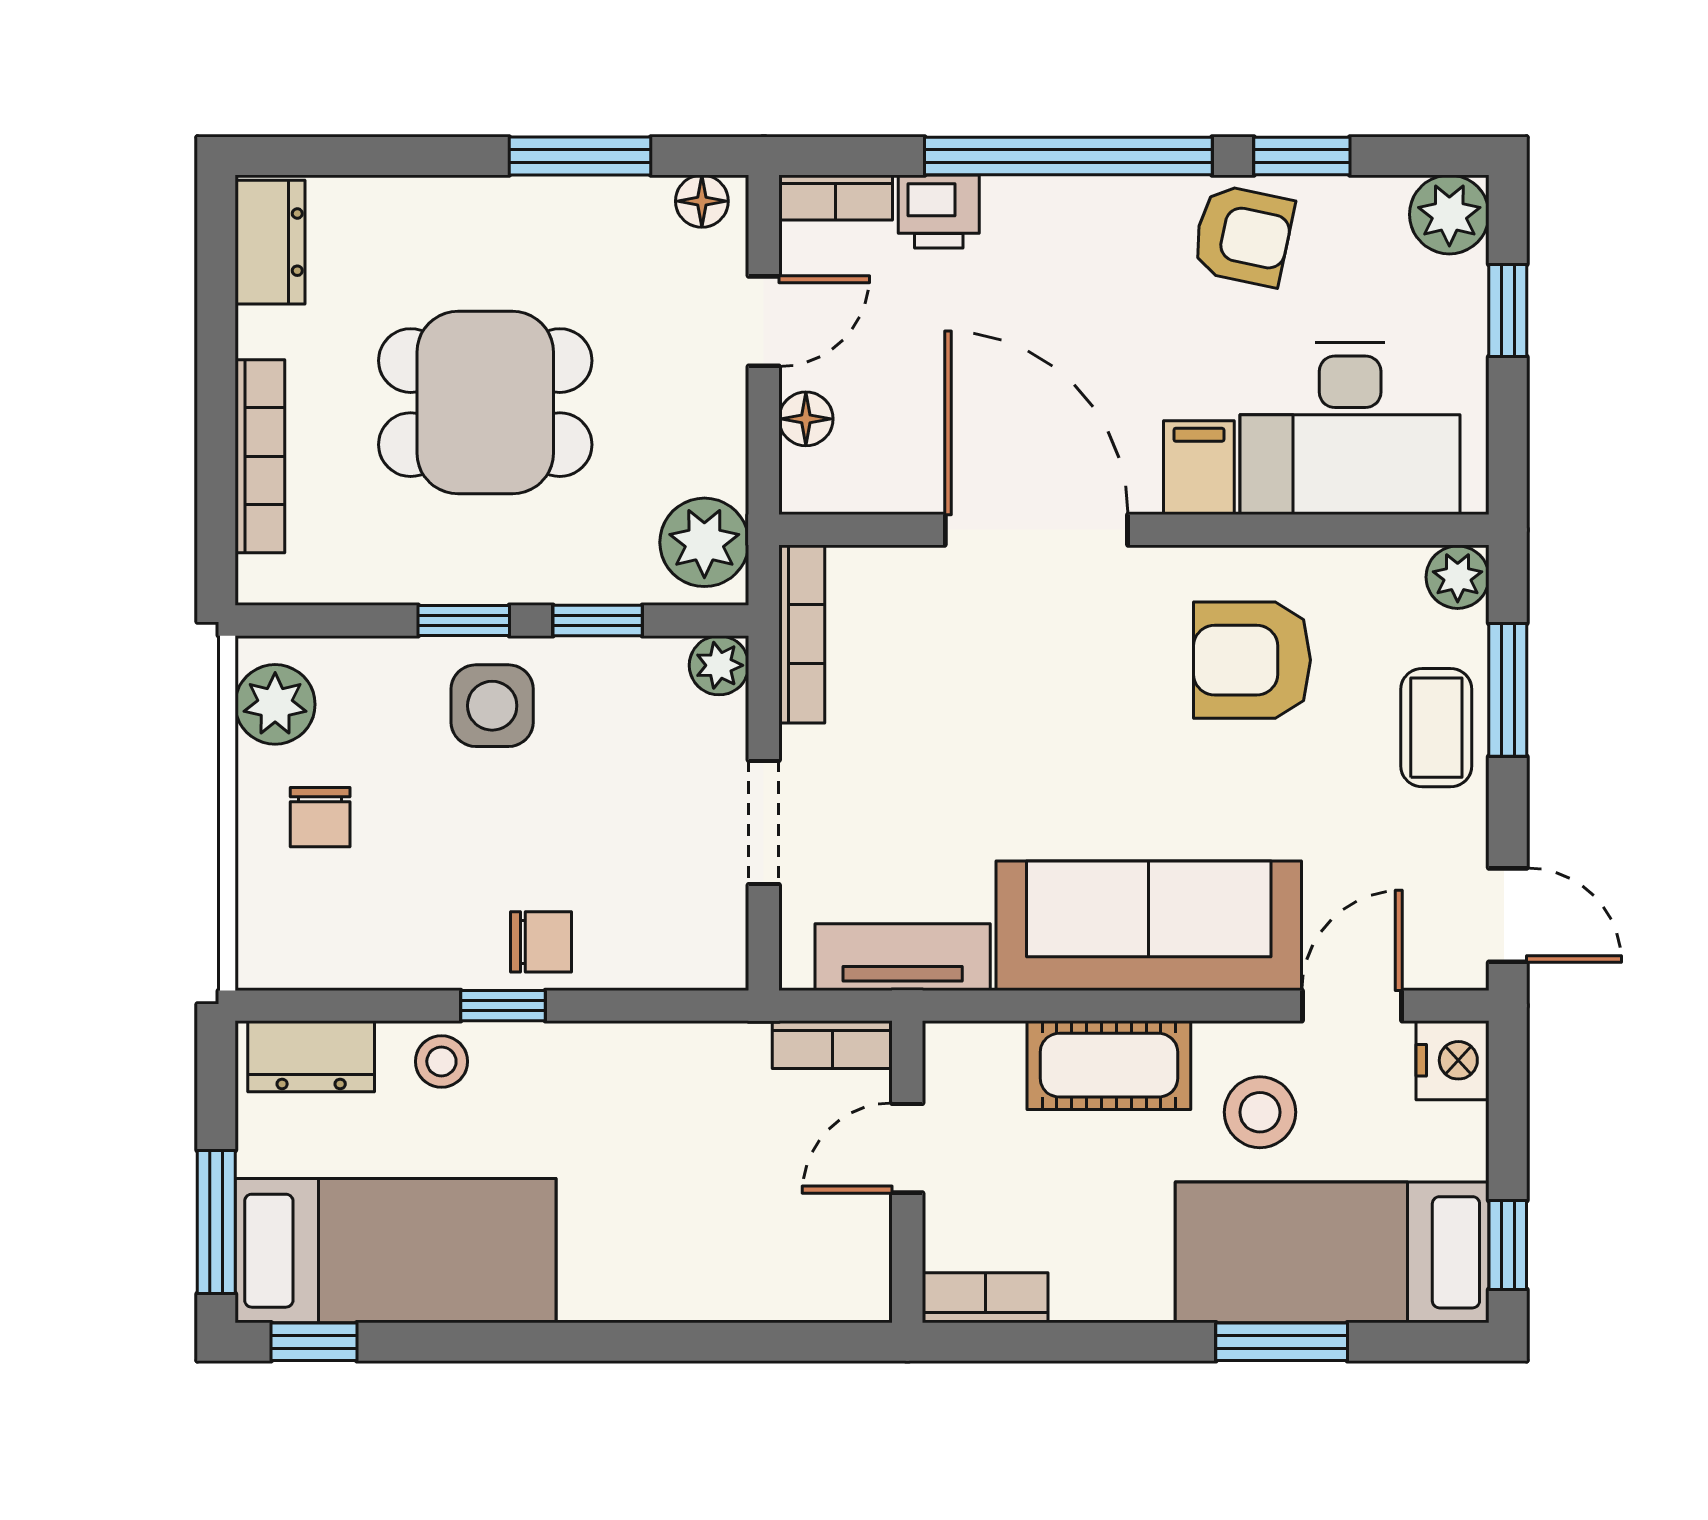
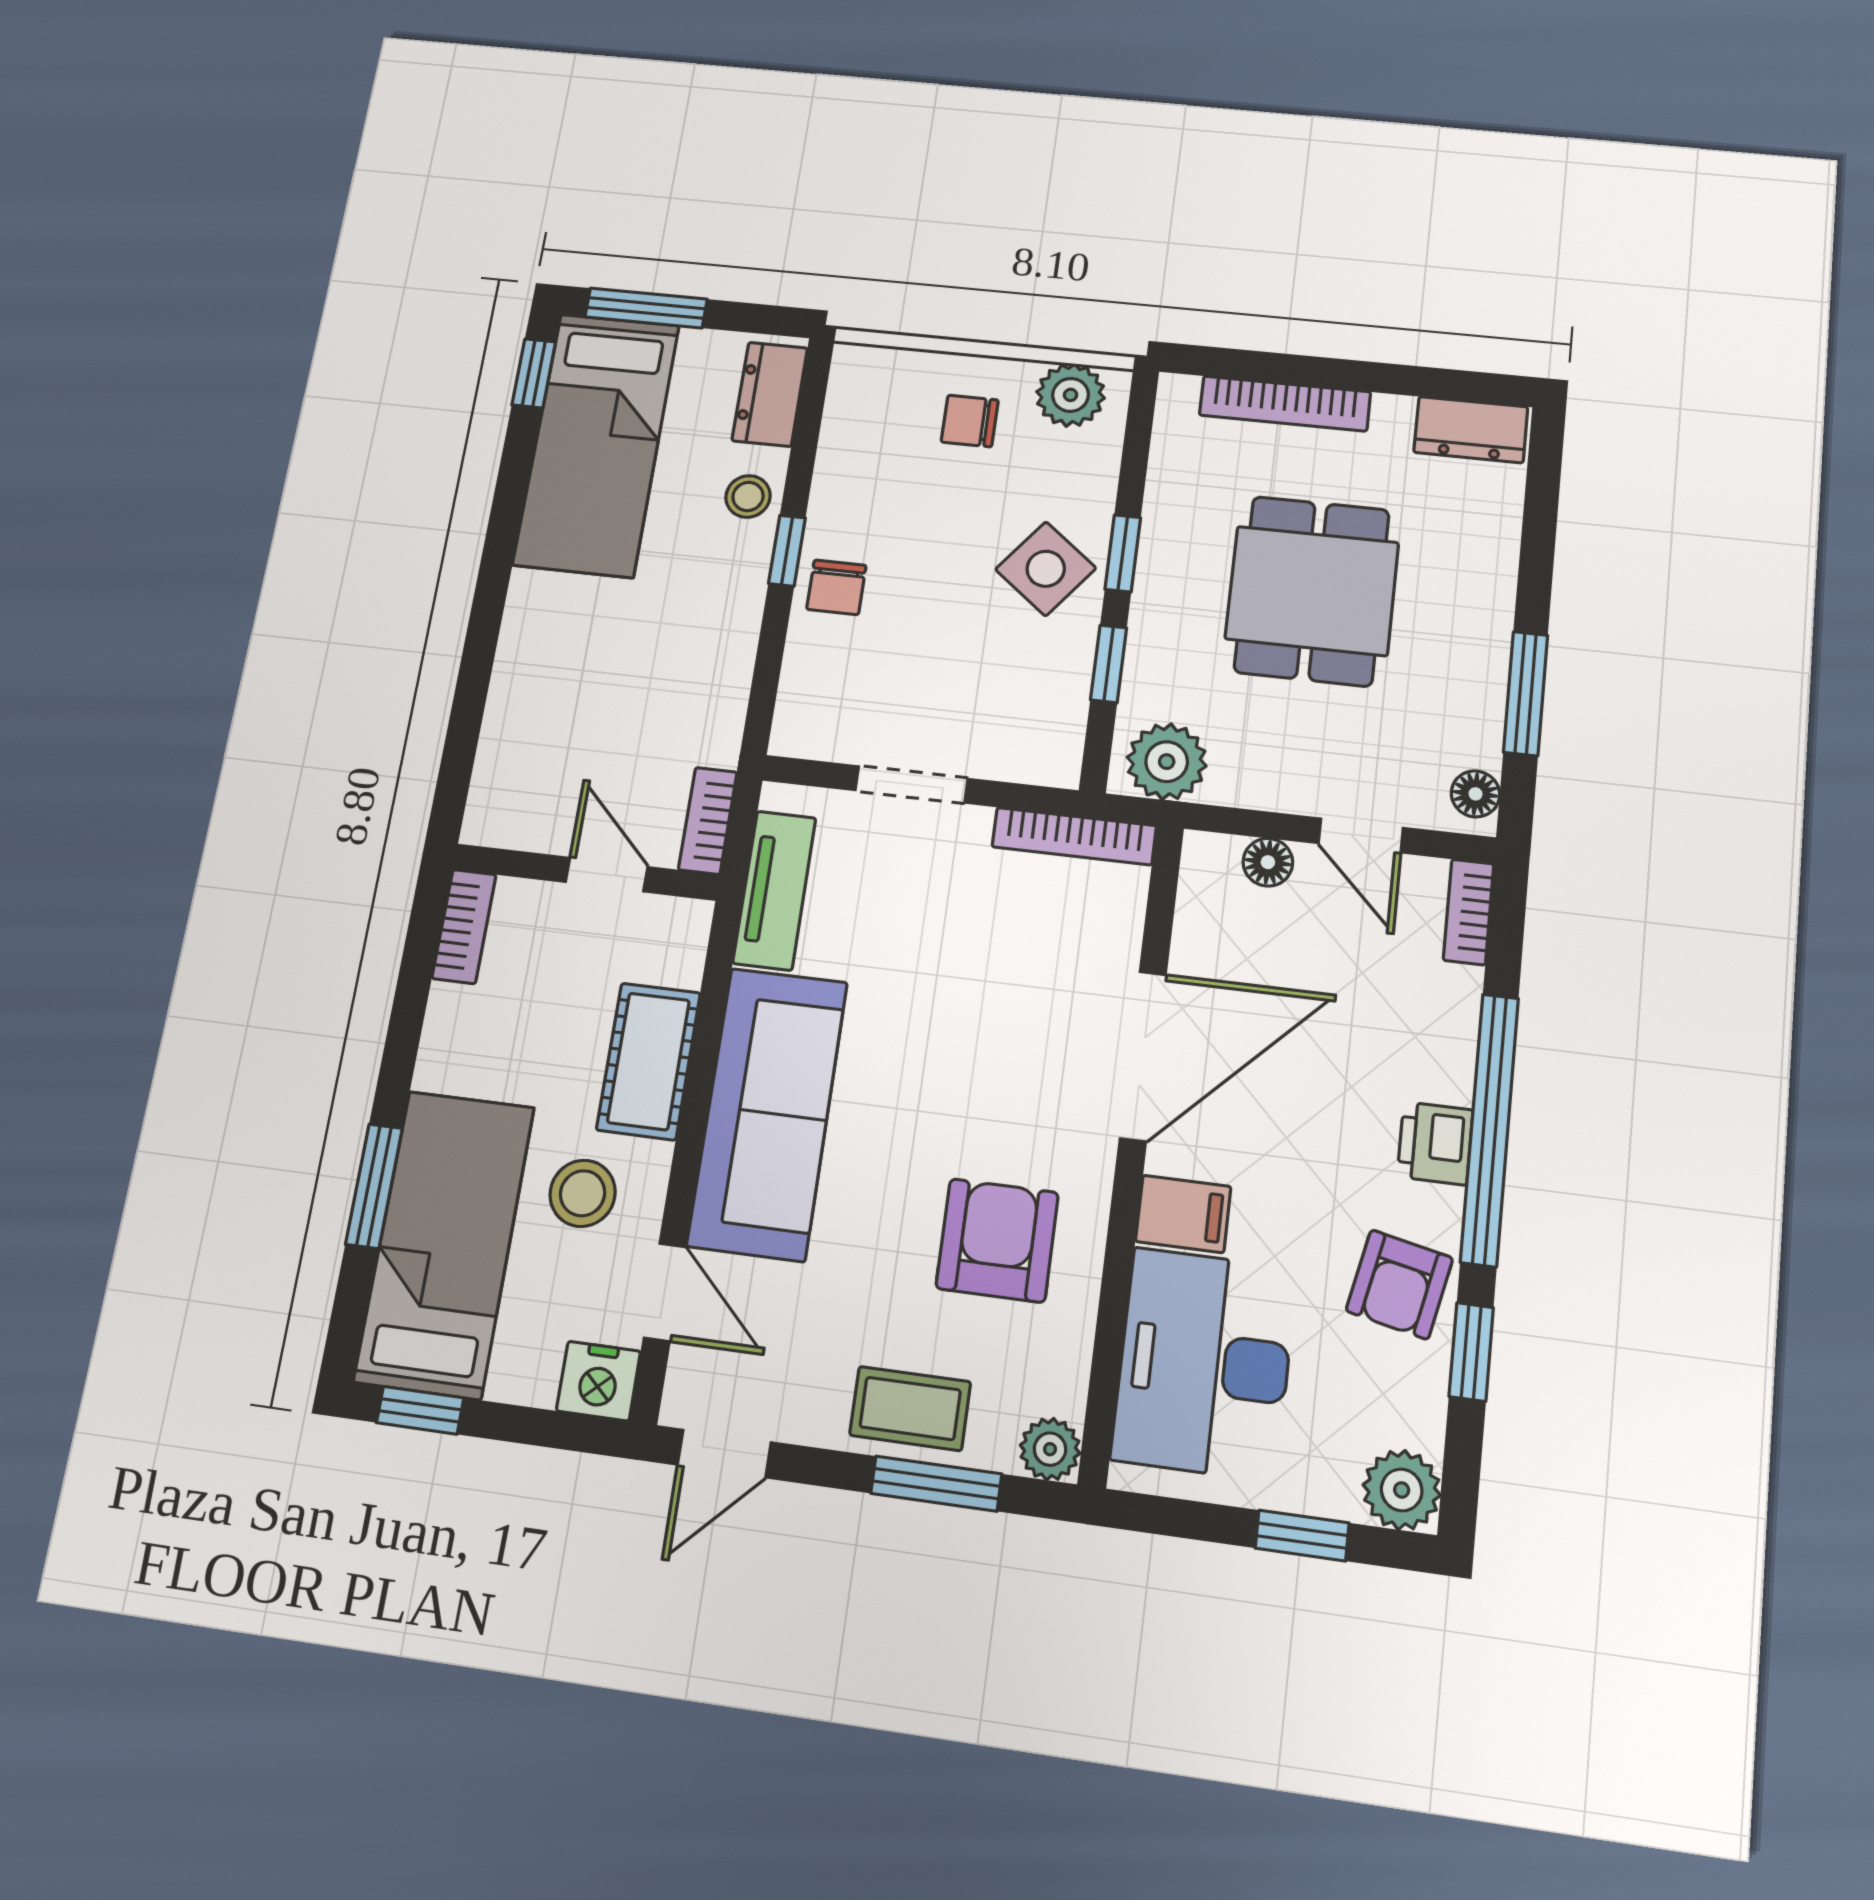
printer: (939, 211) -> (1435, 1143), moved
plant: (719, 665) -> (1056, 762), removed
side table: (492, 706) -> (1046, 569), turned 38

